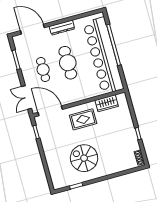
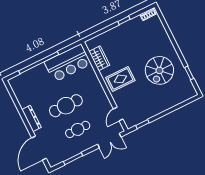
bar counter: (103, 56) -> (68, 63), width x0.54
door: (50, 111) -> (118, 114), width x0.53
rug: (83, 119) -> (120, 79), turned 90

